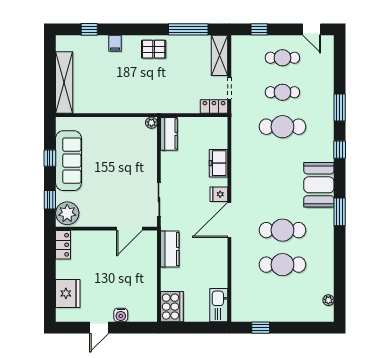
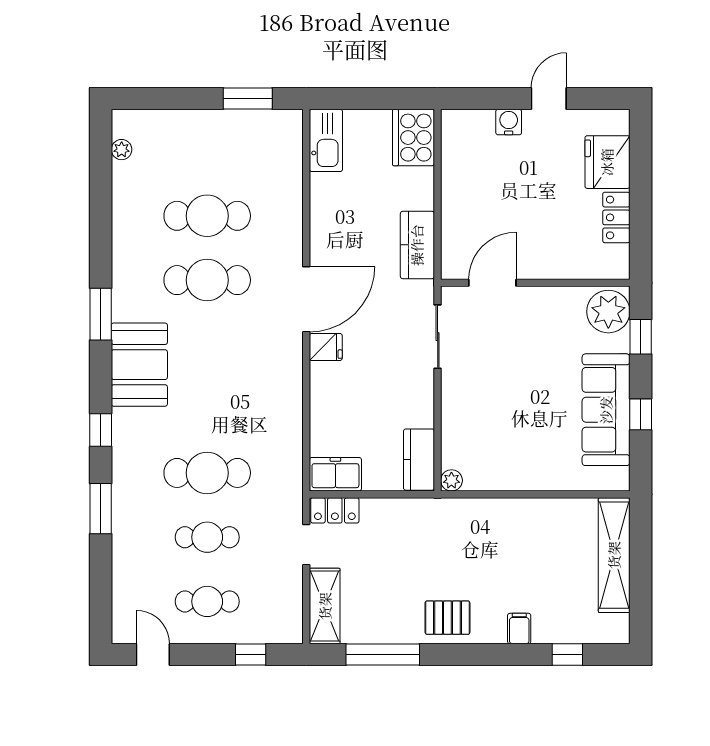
freezer: (219, 163) -> (335, 474), moved, turned -90
locker: (63, 245) -> (616, 217), moved
window: (261, 328) -> (248, 98), width x1.50

